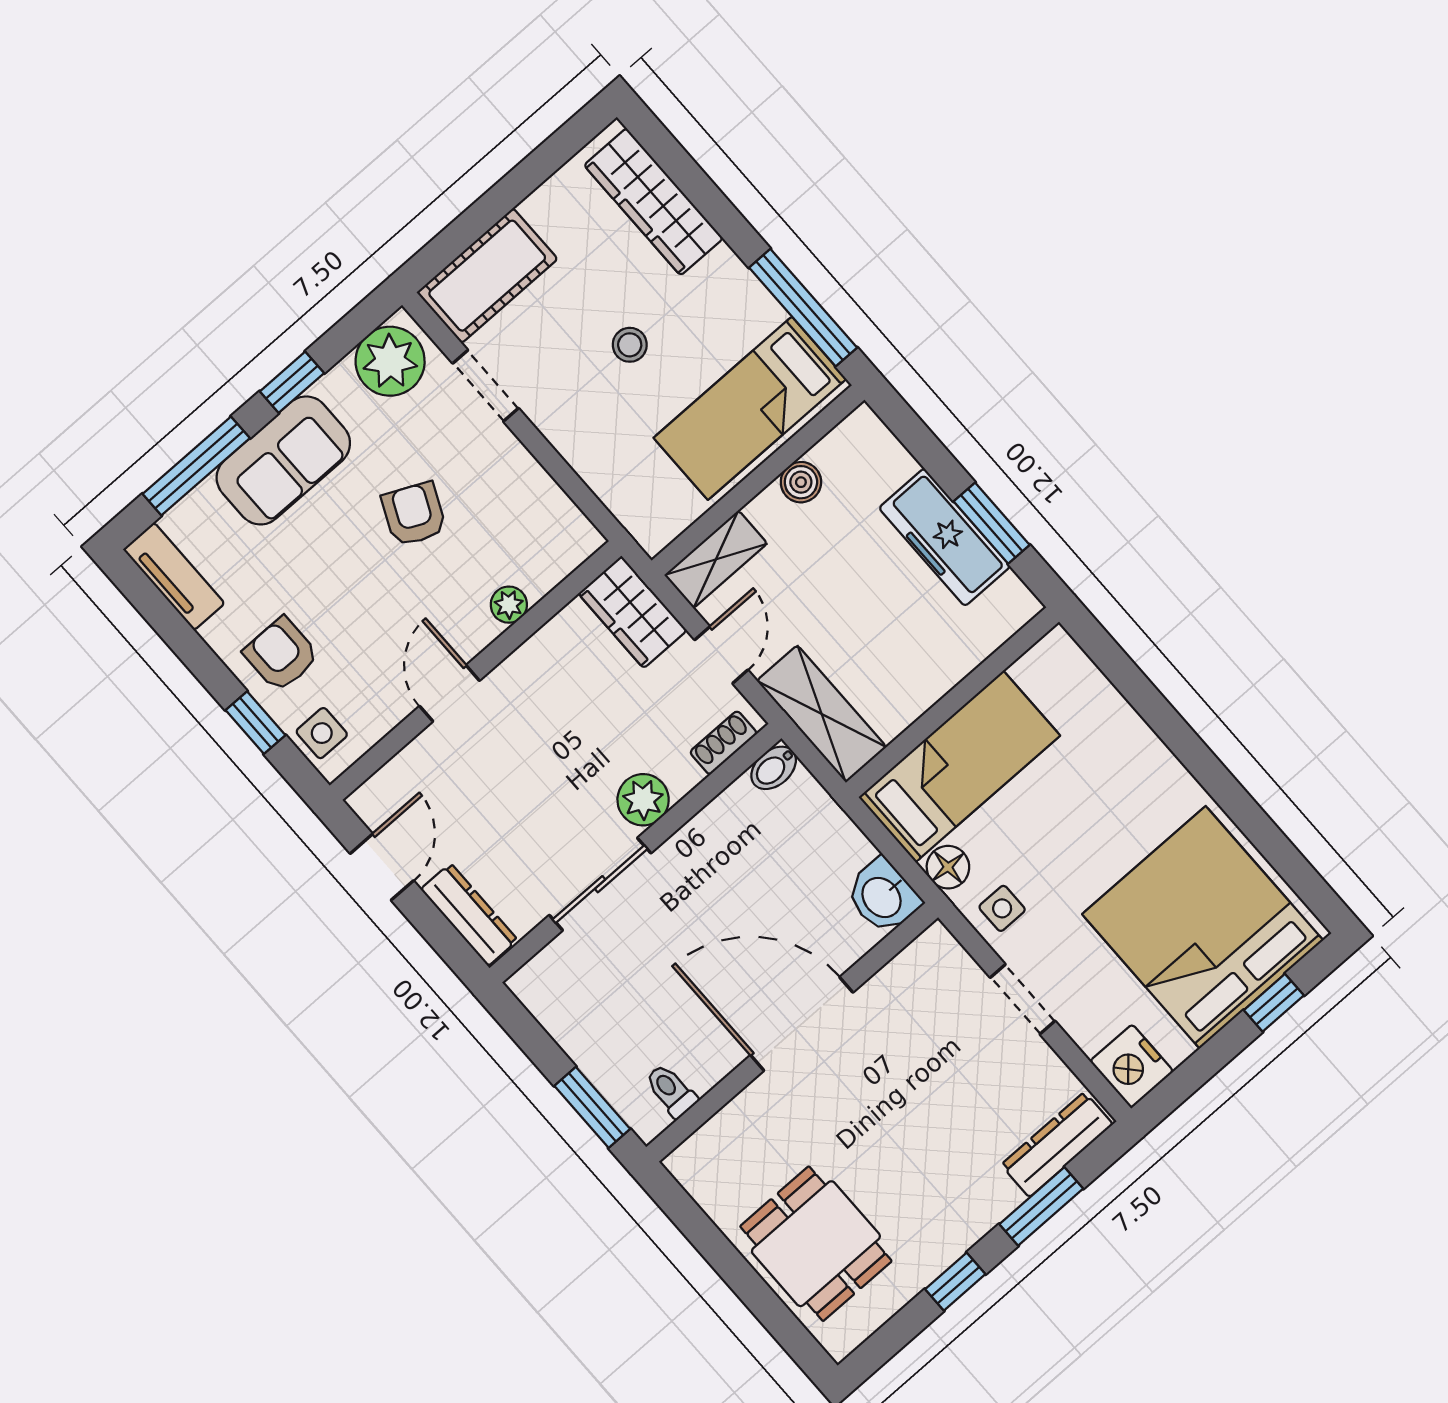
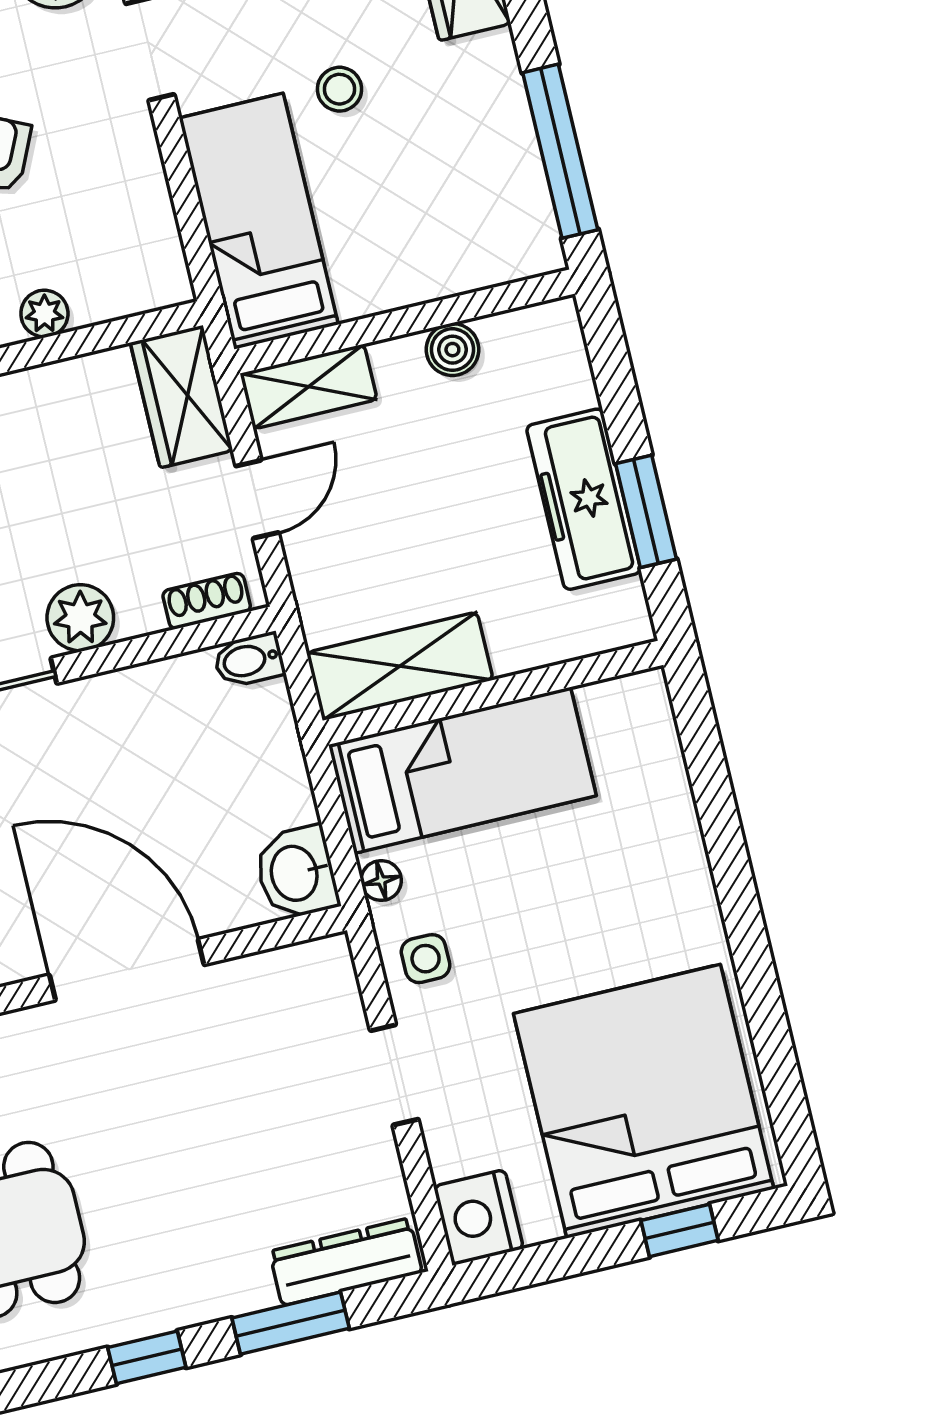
bed: (750, 408) -> (259, 221), moved, turned 90
shelving: (822, 714) -> (400, 666), moved, turned 90
floor lamp: (948, 867) -> (381, 881), width x0.73, depth x0.73

